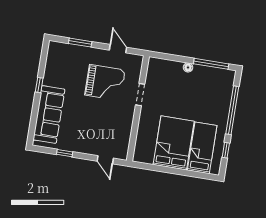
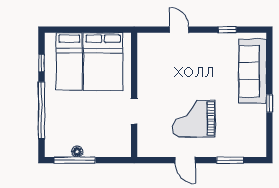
floor lamp: (188, 67) -> (77, 152), moved
doorway: (140, 95) -> (134, 111), moved
wall: (138, 108) -> (134, 95), moved

